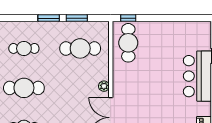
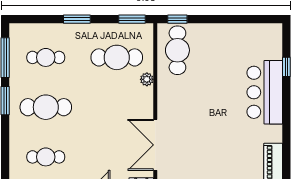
window: (77, 18) -> (132, 19), moved
plant: (104, 86) -> (147, 79), moved

